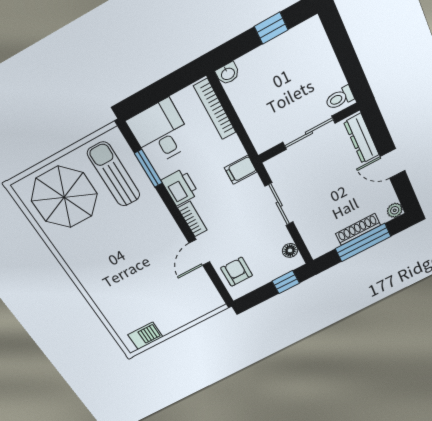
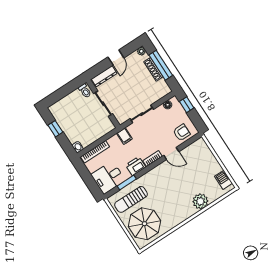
armchair: (237, 272) -> (182, 133), turned 180
plant: (107, 298) -> (200, 201), added

